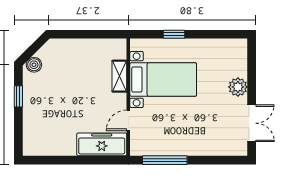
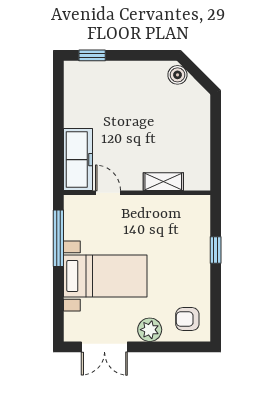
armchair: (229, 57) -> (187, 319), added
bed with nightstands: (163, 79) -> (105, 276), moved, turned -90
window: (18, 96) -> (92, 55), moved

